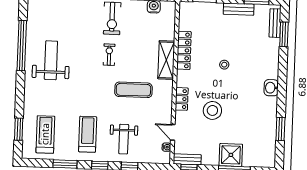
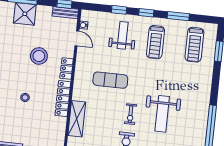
locker: (184, 50) -> (63, 99), moved
weight bench: (51, 60) -> (162, 114), moved
shelving: (166, 60) -> (77, 119), moved

